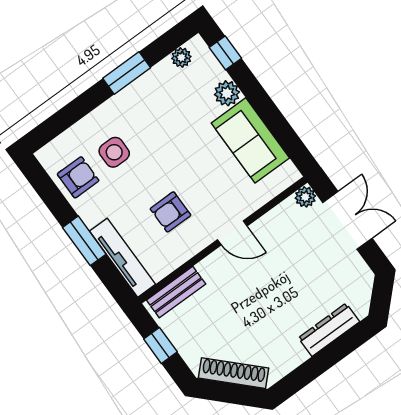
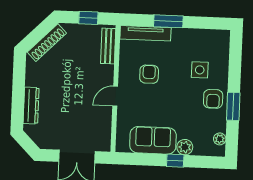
window: (225, 53) -> (175, 161), moved
armchair: (78, 177) -> (213, 99), moved
plant: (305, 197) -> (104, 145), removed

